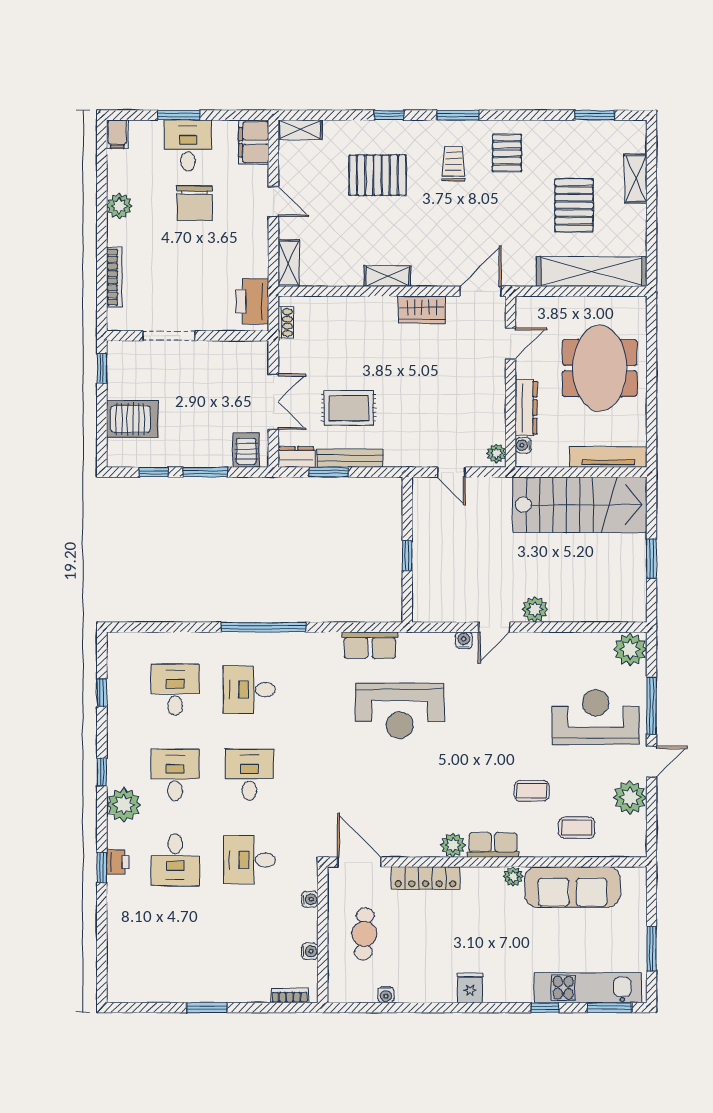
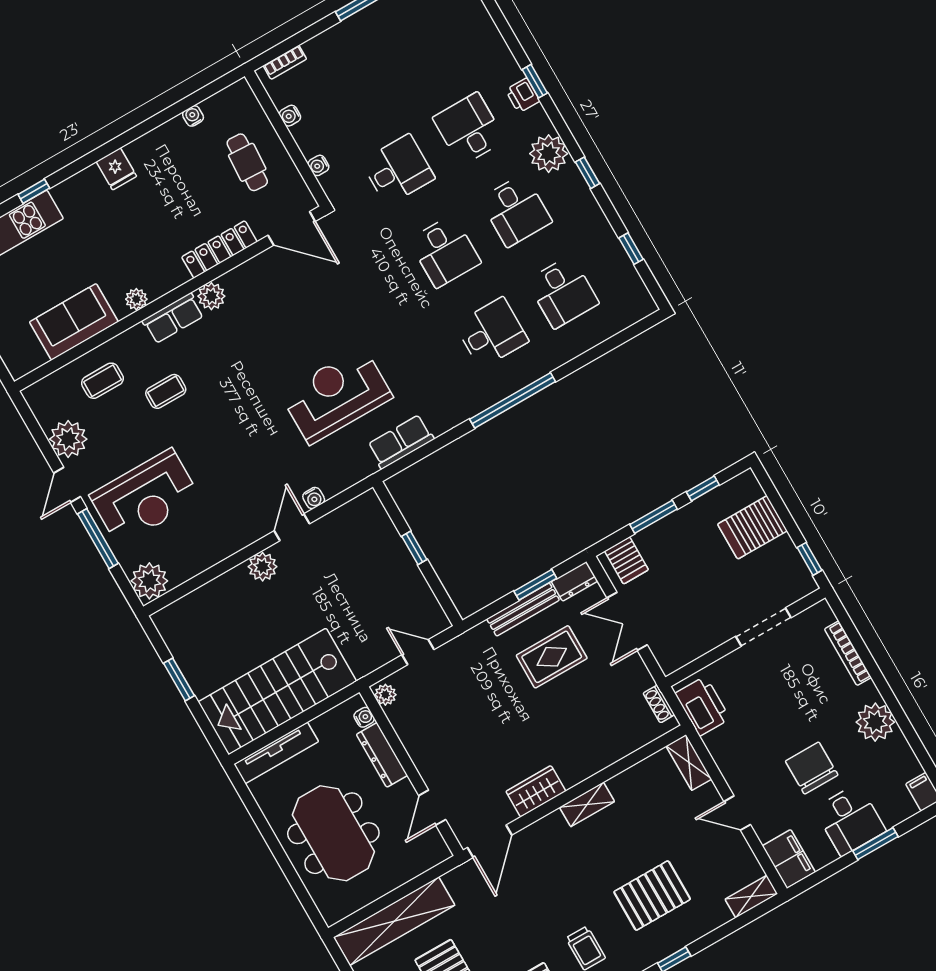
plant: (119, 206) -> (875, 722), width x1.36, depth x1.36
sofa: (573, 887) -> (74, 322), width x0.73

